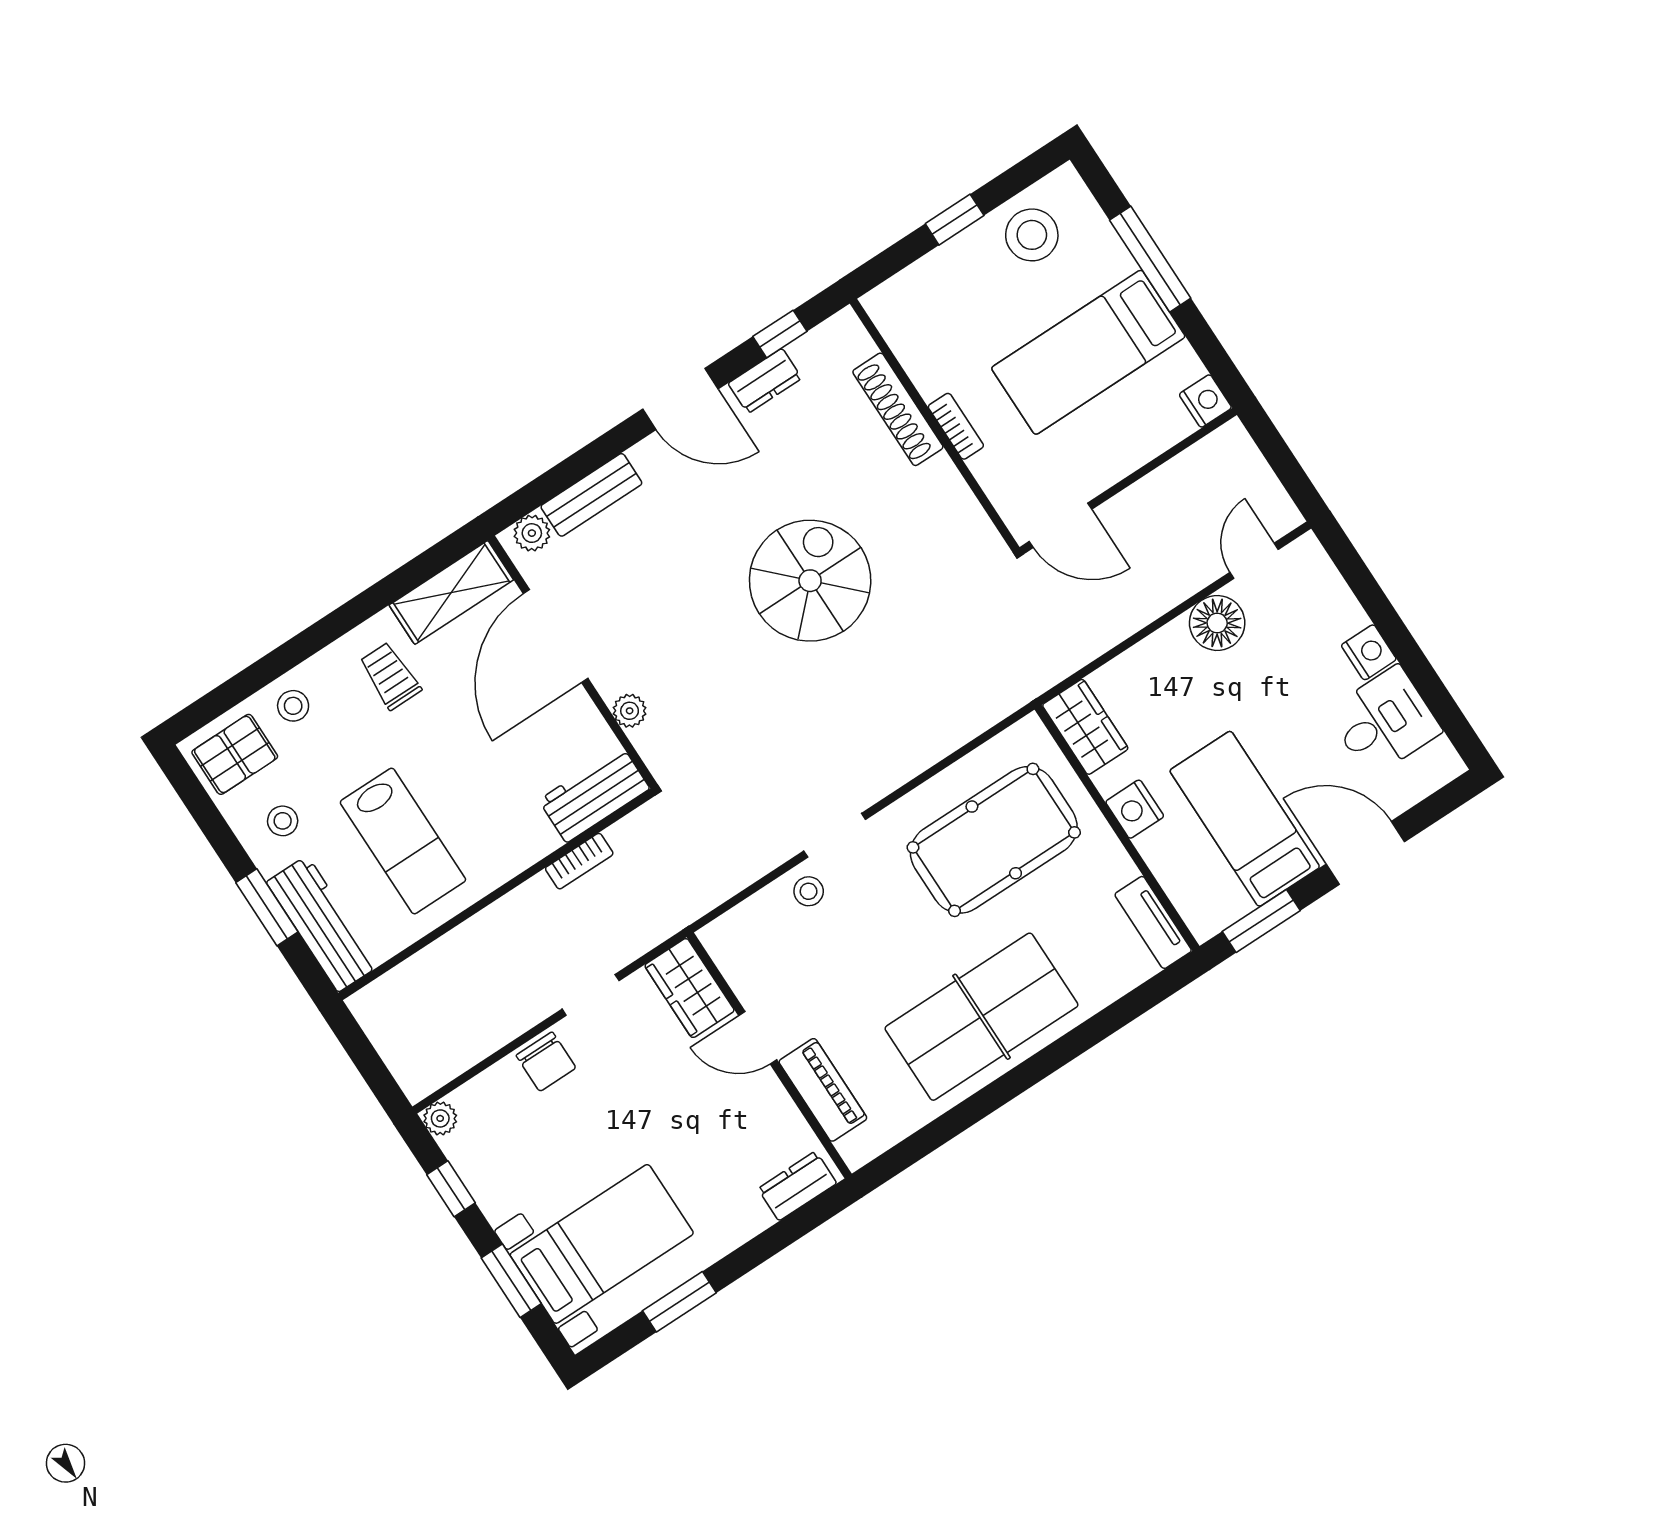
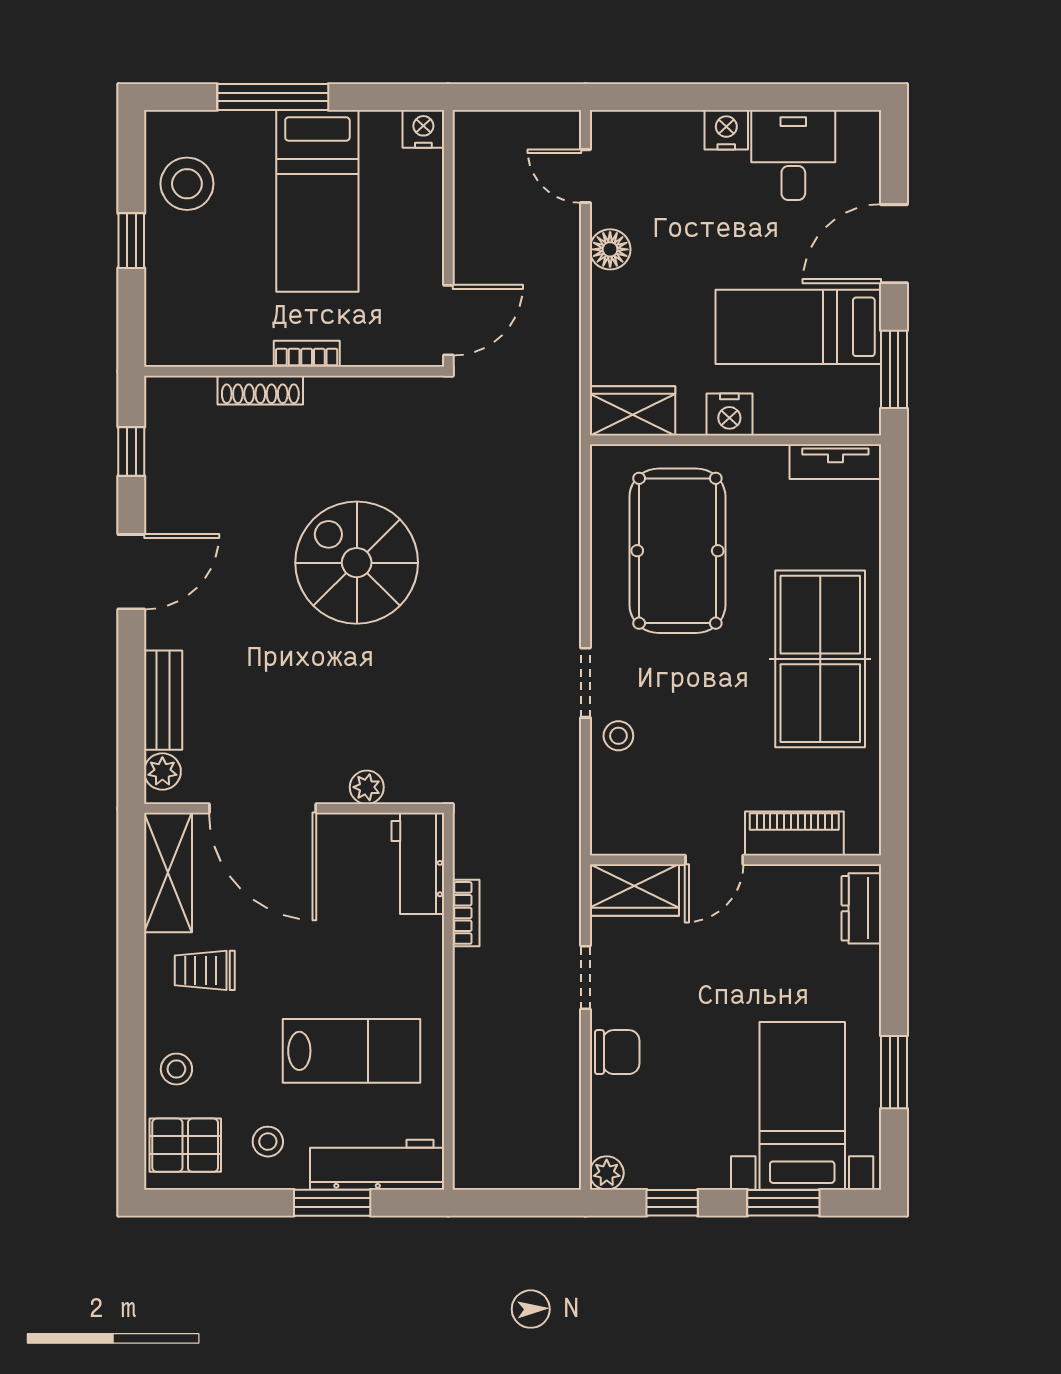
dresser: (765, 381) -> (163, 490), removed
shoe rack: (898, 409) -> (260, 390), width x0.74, depth x0.81
floor lamp: (1217, 623) -> (610, 249), width x0.73, depth x0.73
pallet: (235, 754) -> (185, 1145), turned 90

